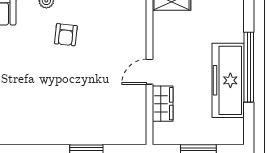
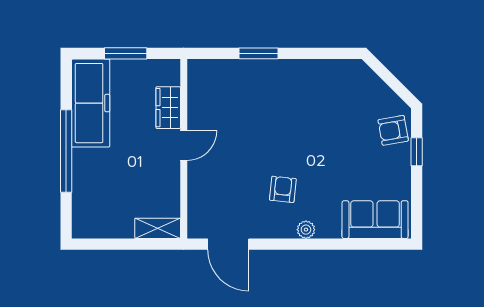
freezer: (228, 80) -> (91, 103), moved

